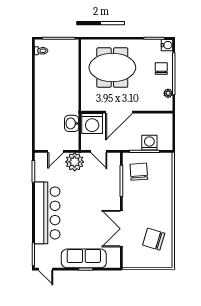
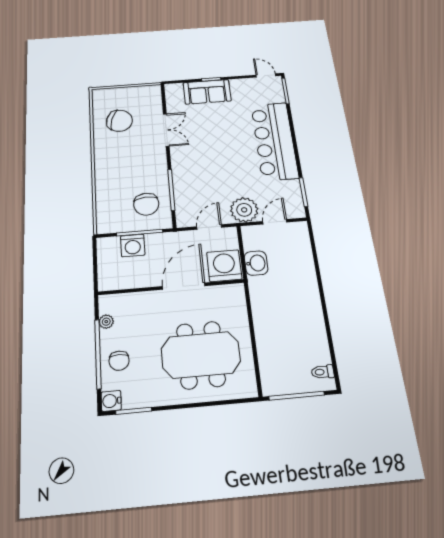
door: (99, 151) -> (209, 227), hinge flipped
double door: (121, 229) -> (166, 130), width x0.73
sofa: (84, 258) -> (207, 92), width x0.73

